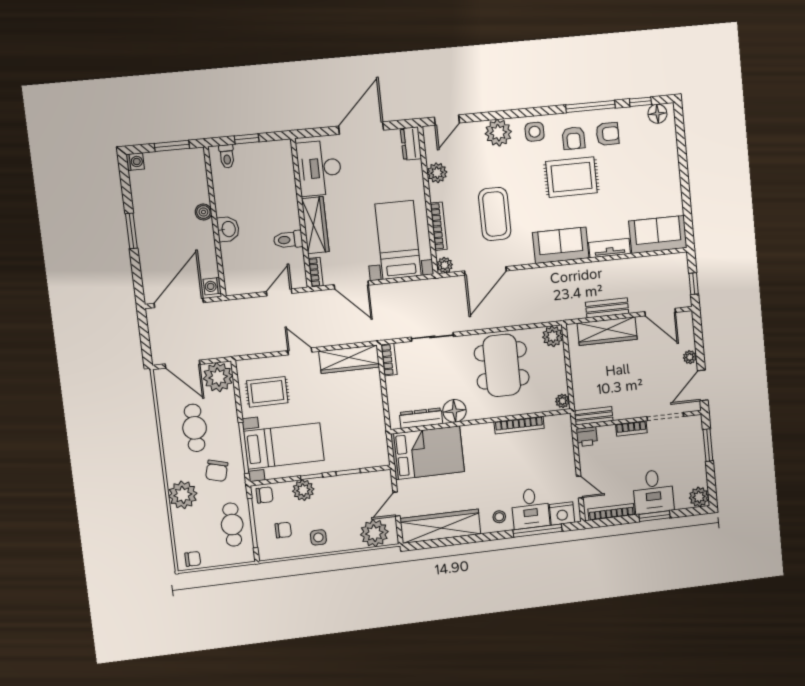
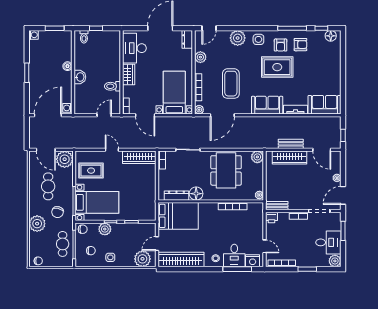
wardrobe: (315, 225) -> (129, 74), width x0.67
desk: (653, 492) -> (328, 242), moved, turned -90

